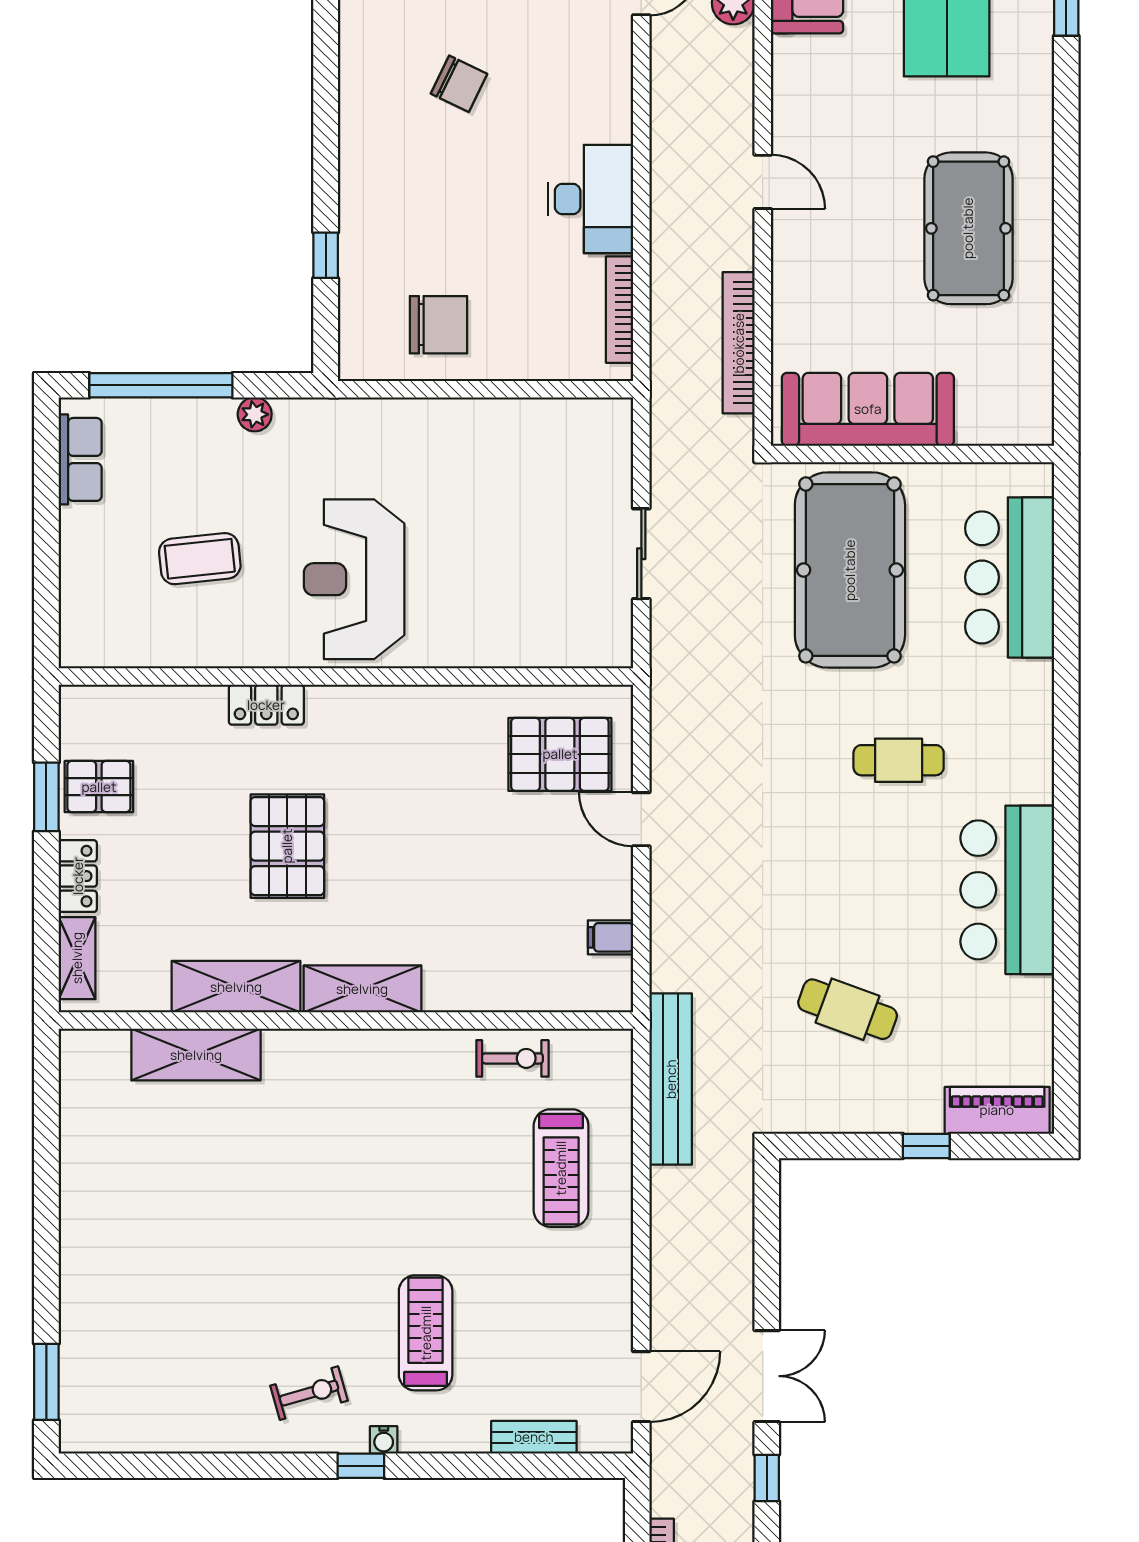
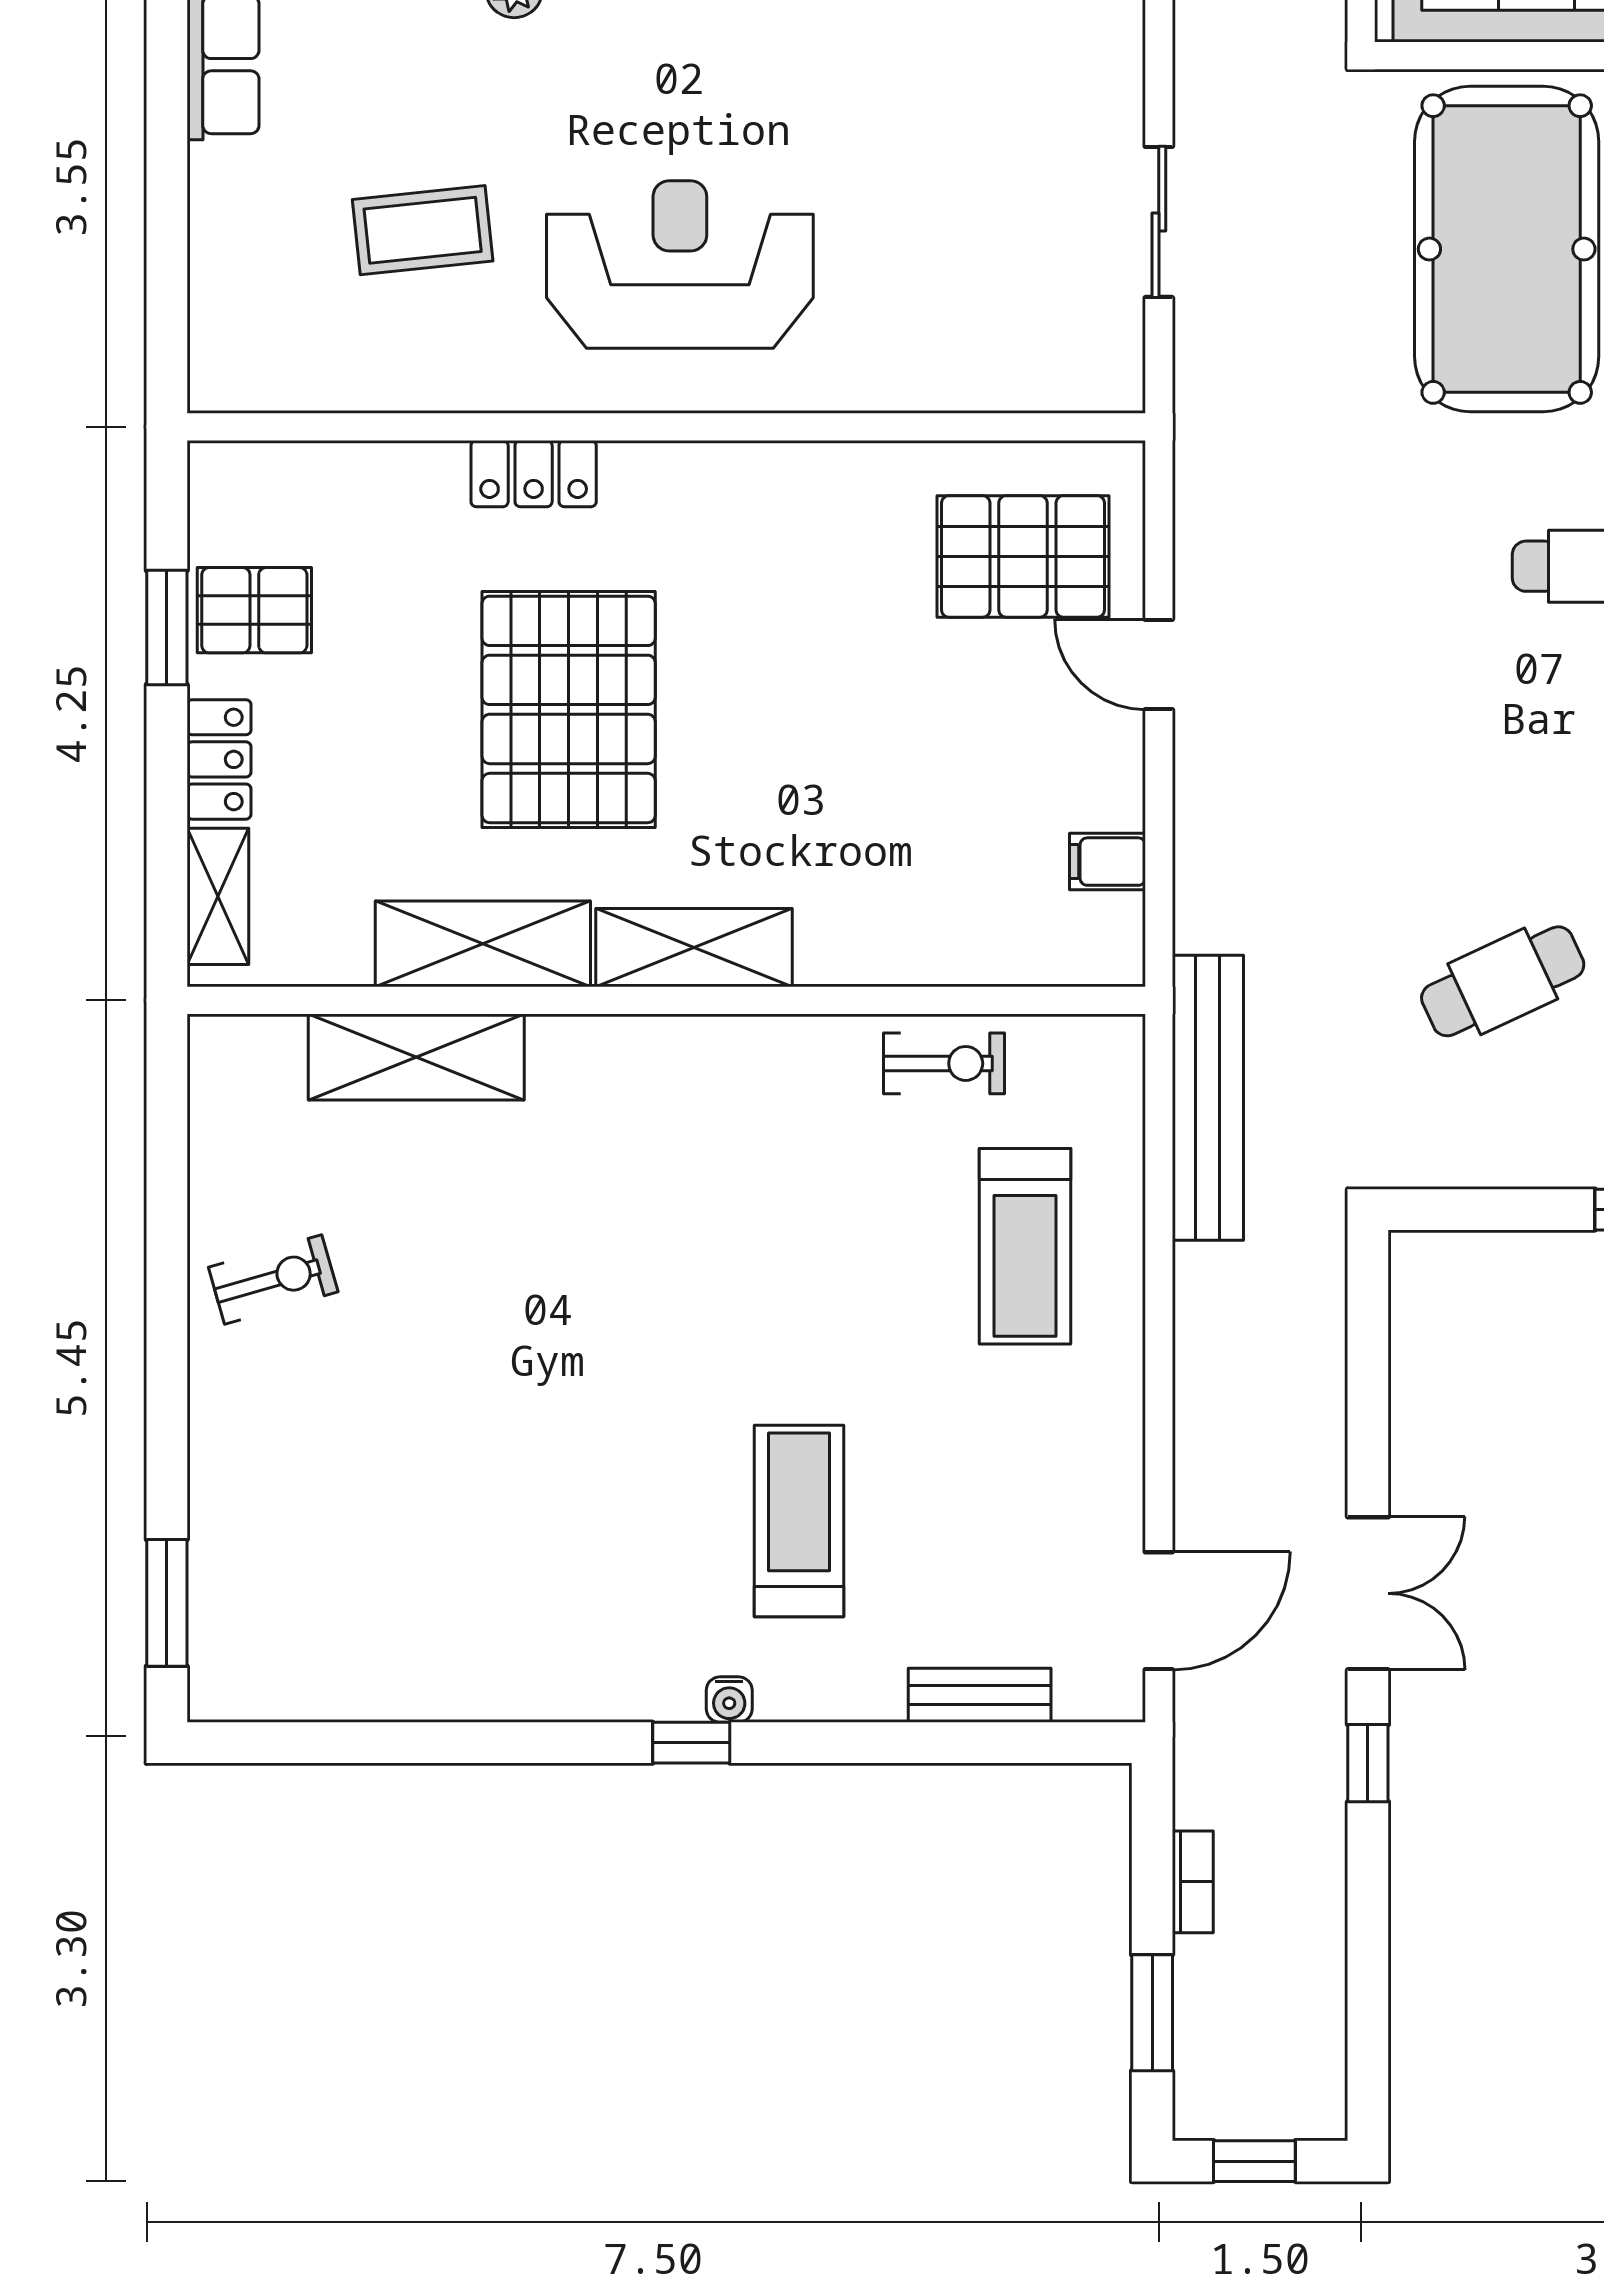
reception desk: (354, 579) -> (680, 264), turned 90
pallet: (287, 846) -> (569, 709), width x1.37, depth x1.41
cafe table: (848, 1009) -> (1503, 981), turned -45
exercise bike: (309, 1393) -> (273, 1279), moved

